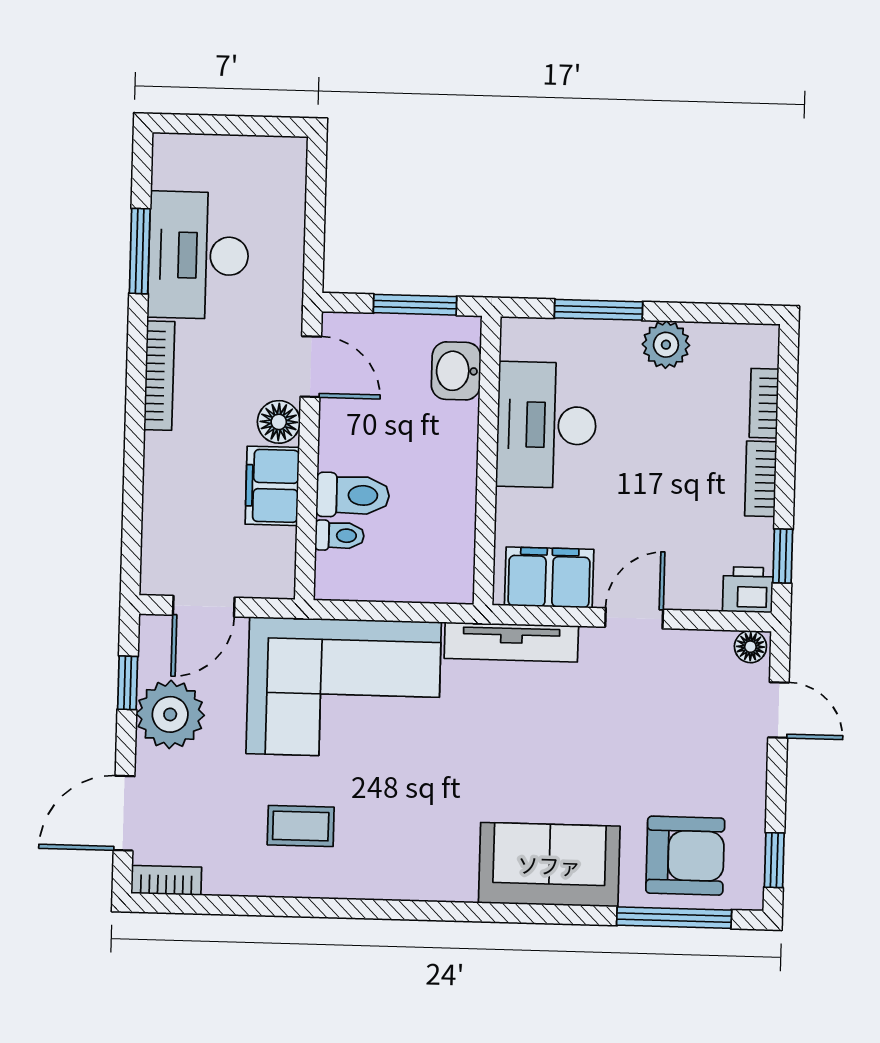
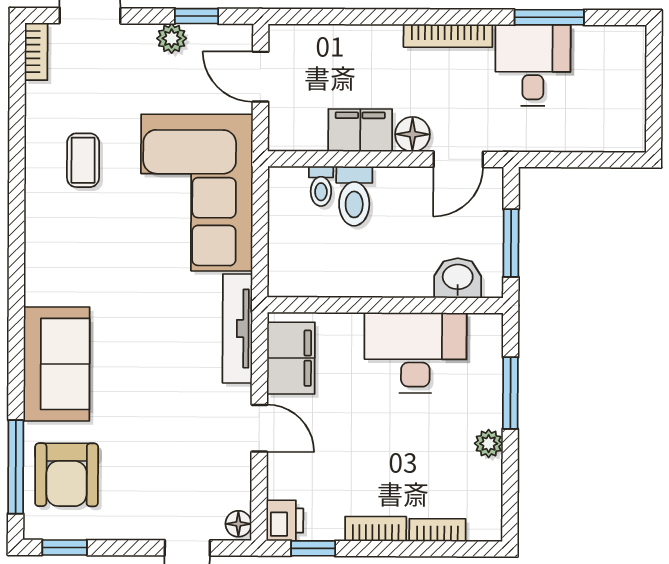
desk: (198, 255) -> (533, 65), width x0.73
plant: (666, 345) -> (489, 444), width x0.73, depth x0.73
plant: (170, 714) -> (172, 38), width x0.53, depth x0.53

